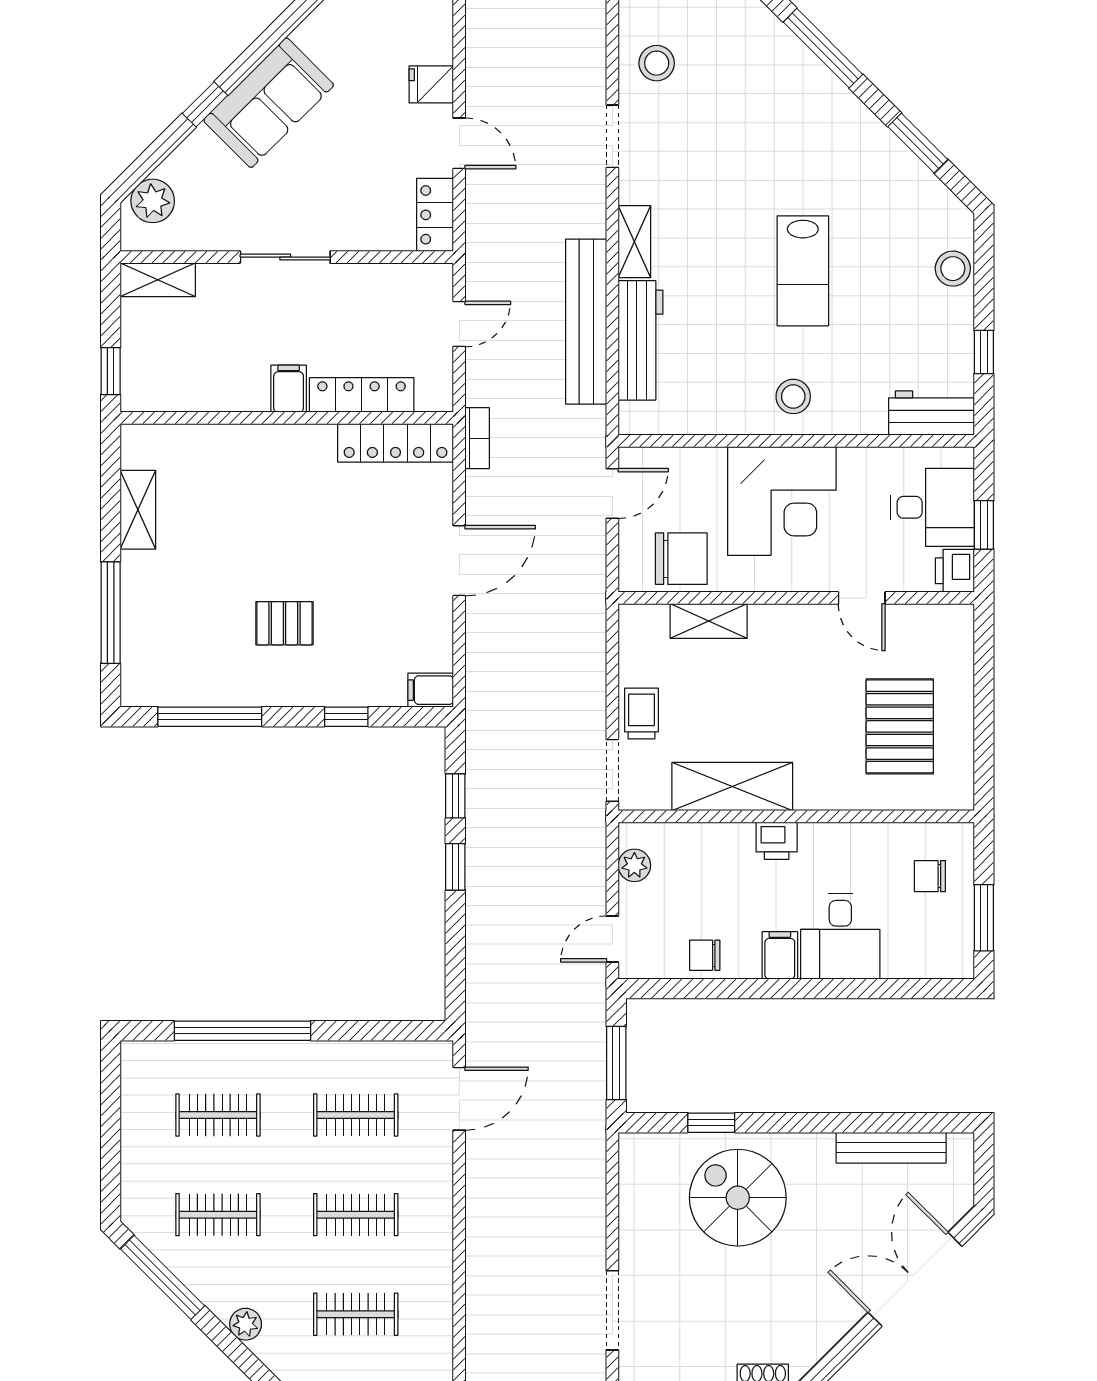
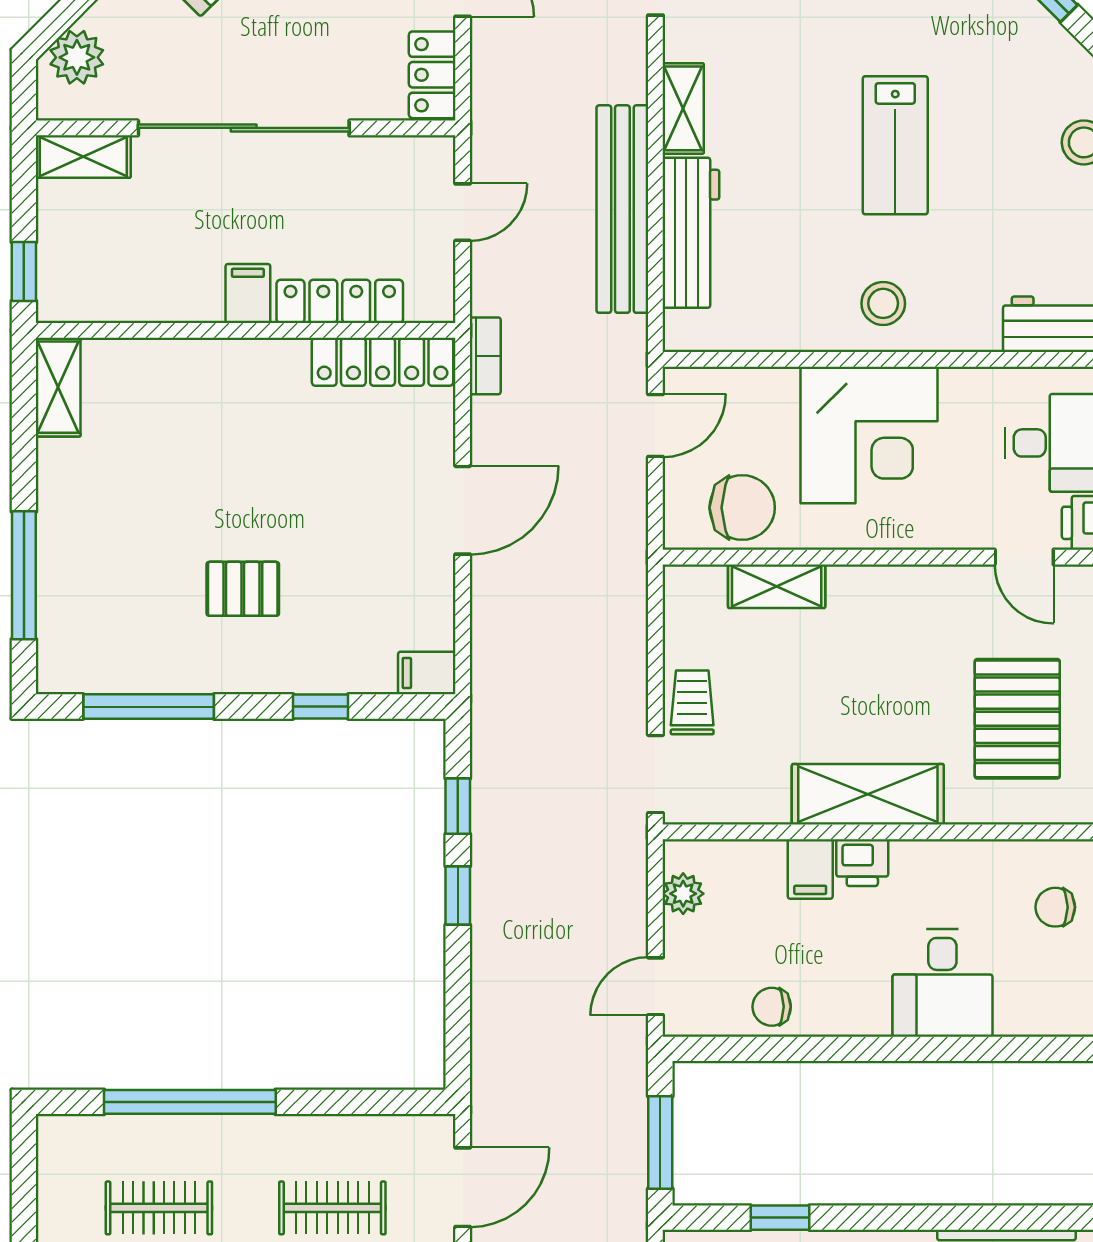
sliding door: (285, 257) -> (244, 128), width x1.86
shelving: (138, 510) -> (58, 387), moved
door: (862, 598) -> (1024, 557), moved
shelving: (732, 786) -> (868, 794), moved
filing cabinet: (780, 955) -> (810, 869), moved, turned 180

